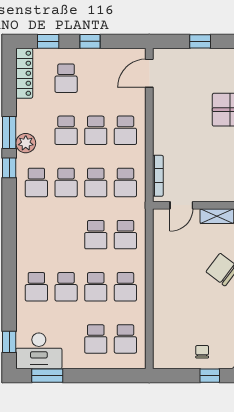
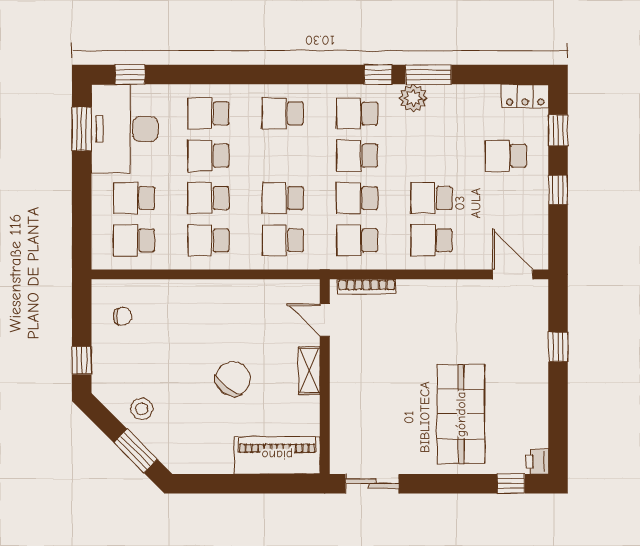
locker: (24, 73) -> (525, 96), width x0.66
school desk: (66, 130) -> (283, 113), moved
desk: (39, 351) -> (125, 129), width x1.36, depth x1.30
chair: (202, 352) -> (122, 316), moved

